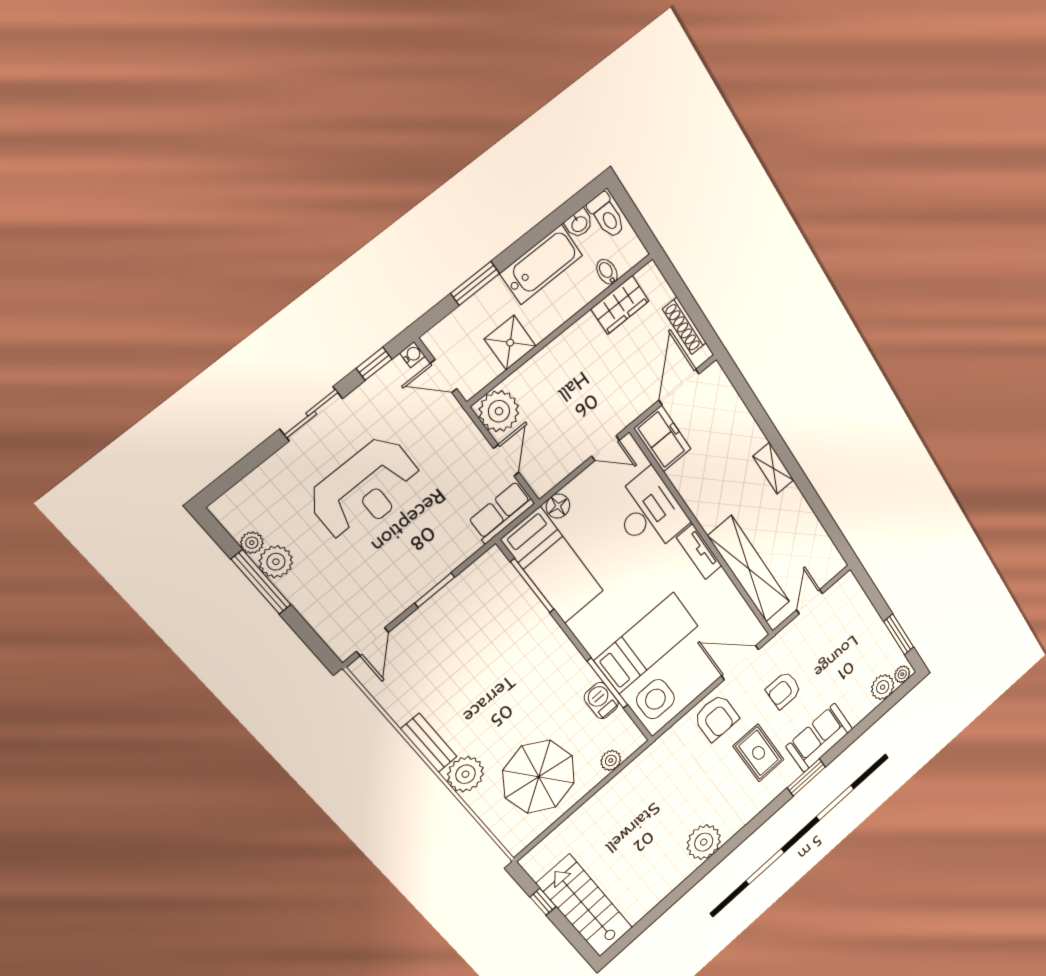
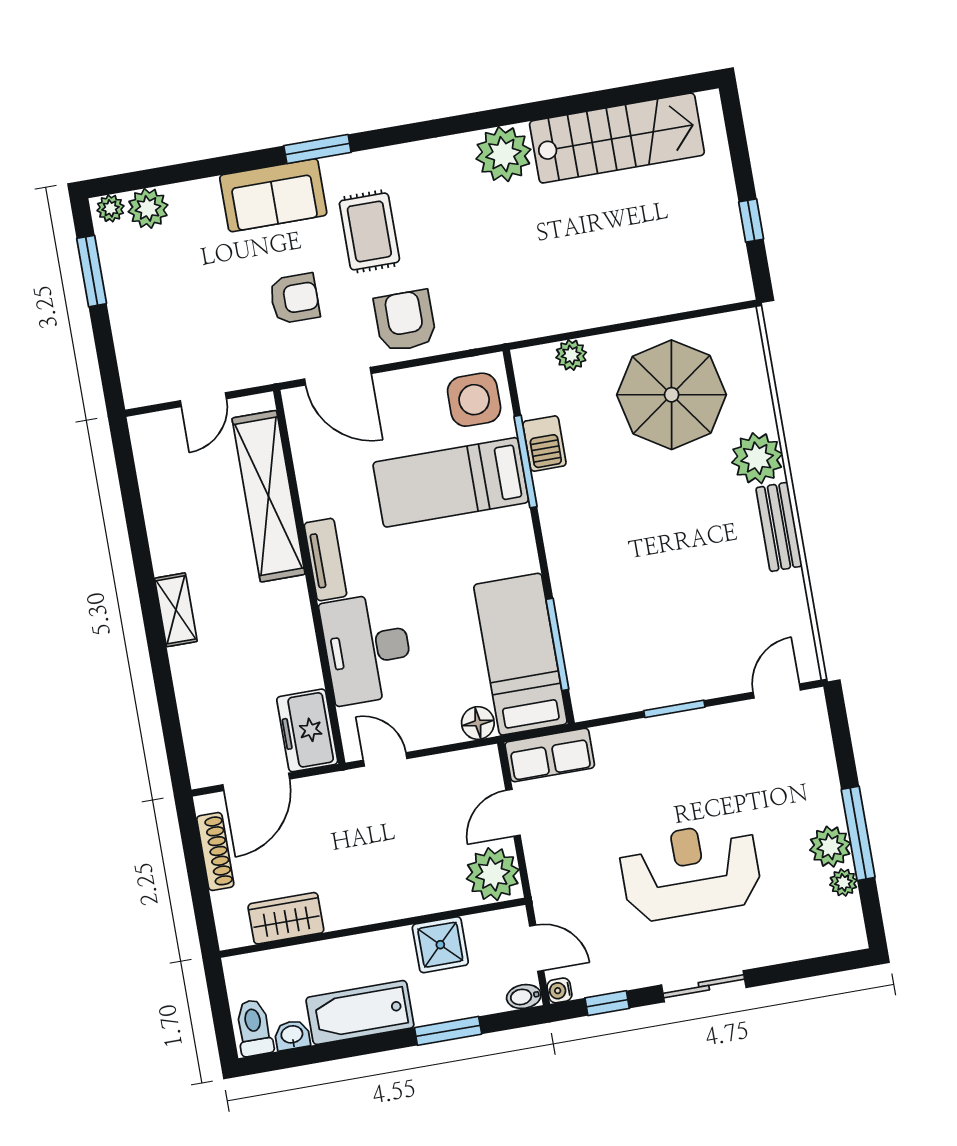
bidet: (607, 272) -> (524, 996), moved, turned 90
stairs: (585, 906) -> (617, 138), moved, turned -90

